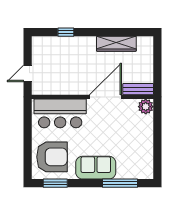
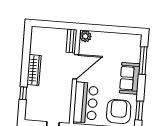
wardrobe: (116, 44) -> (34, 70), moved
door: (105, 97) -> (76, 67), swing flipped

